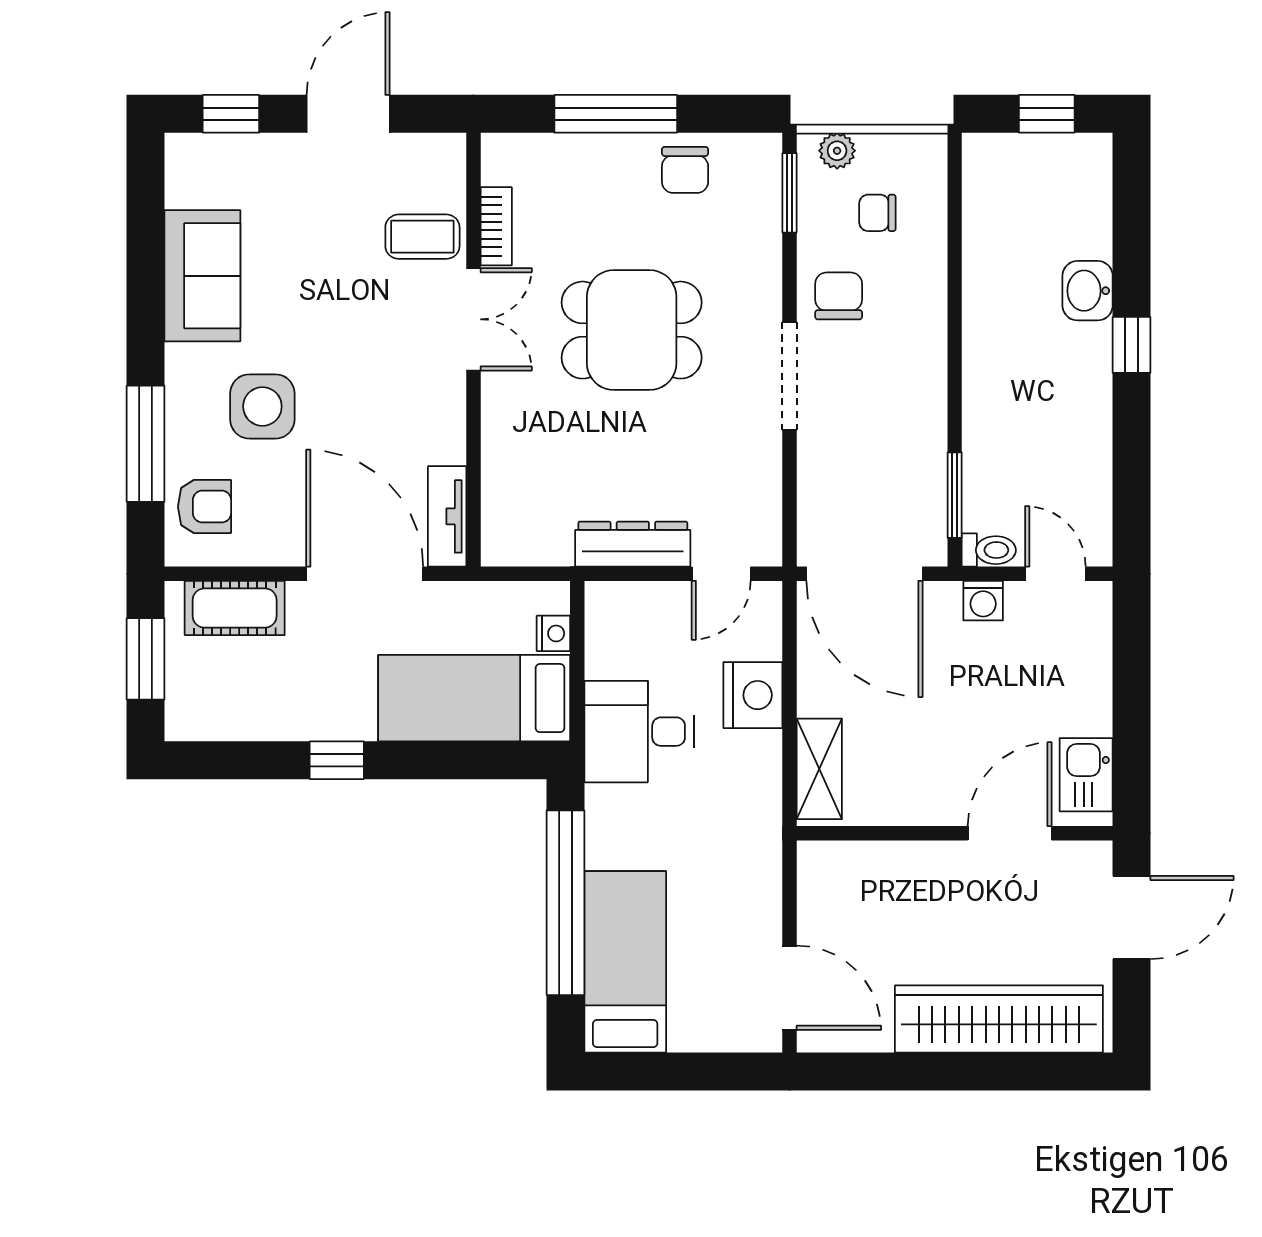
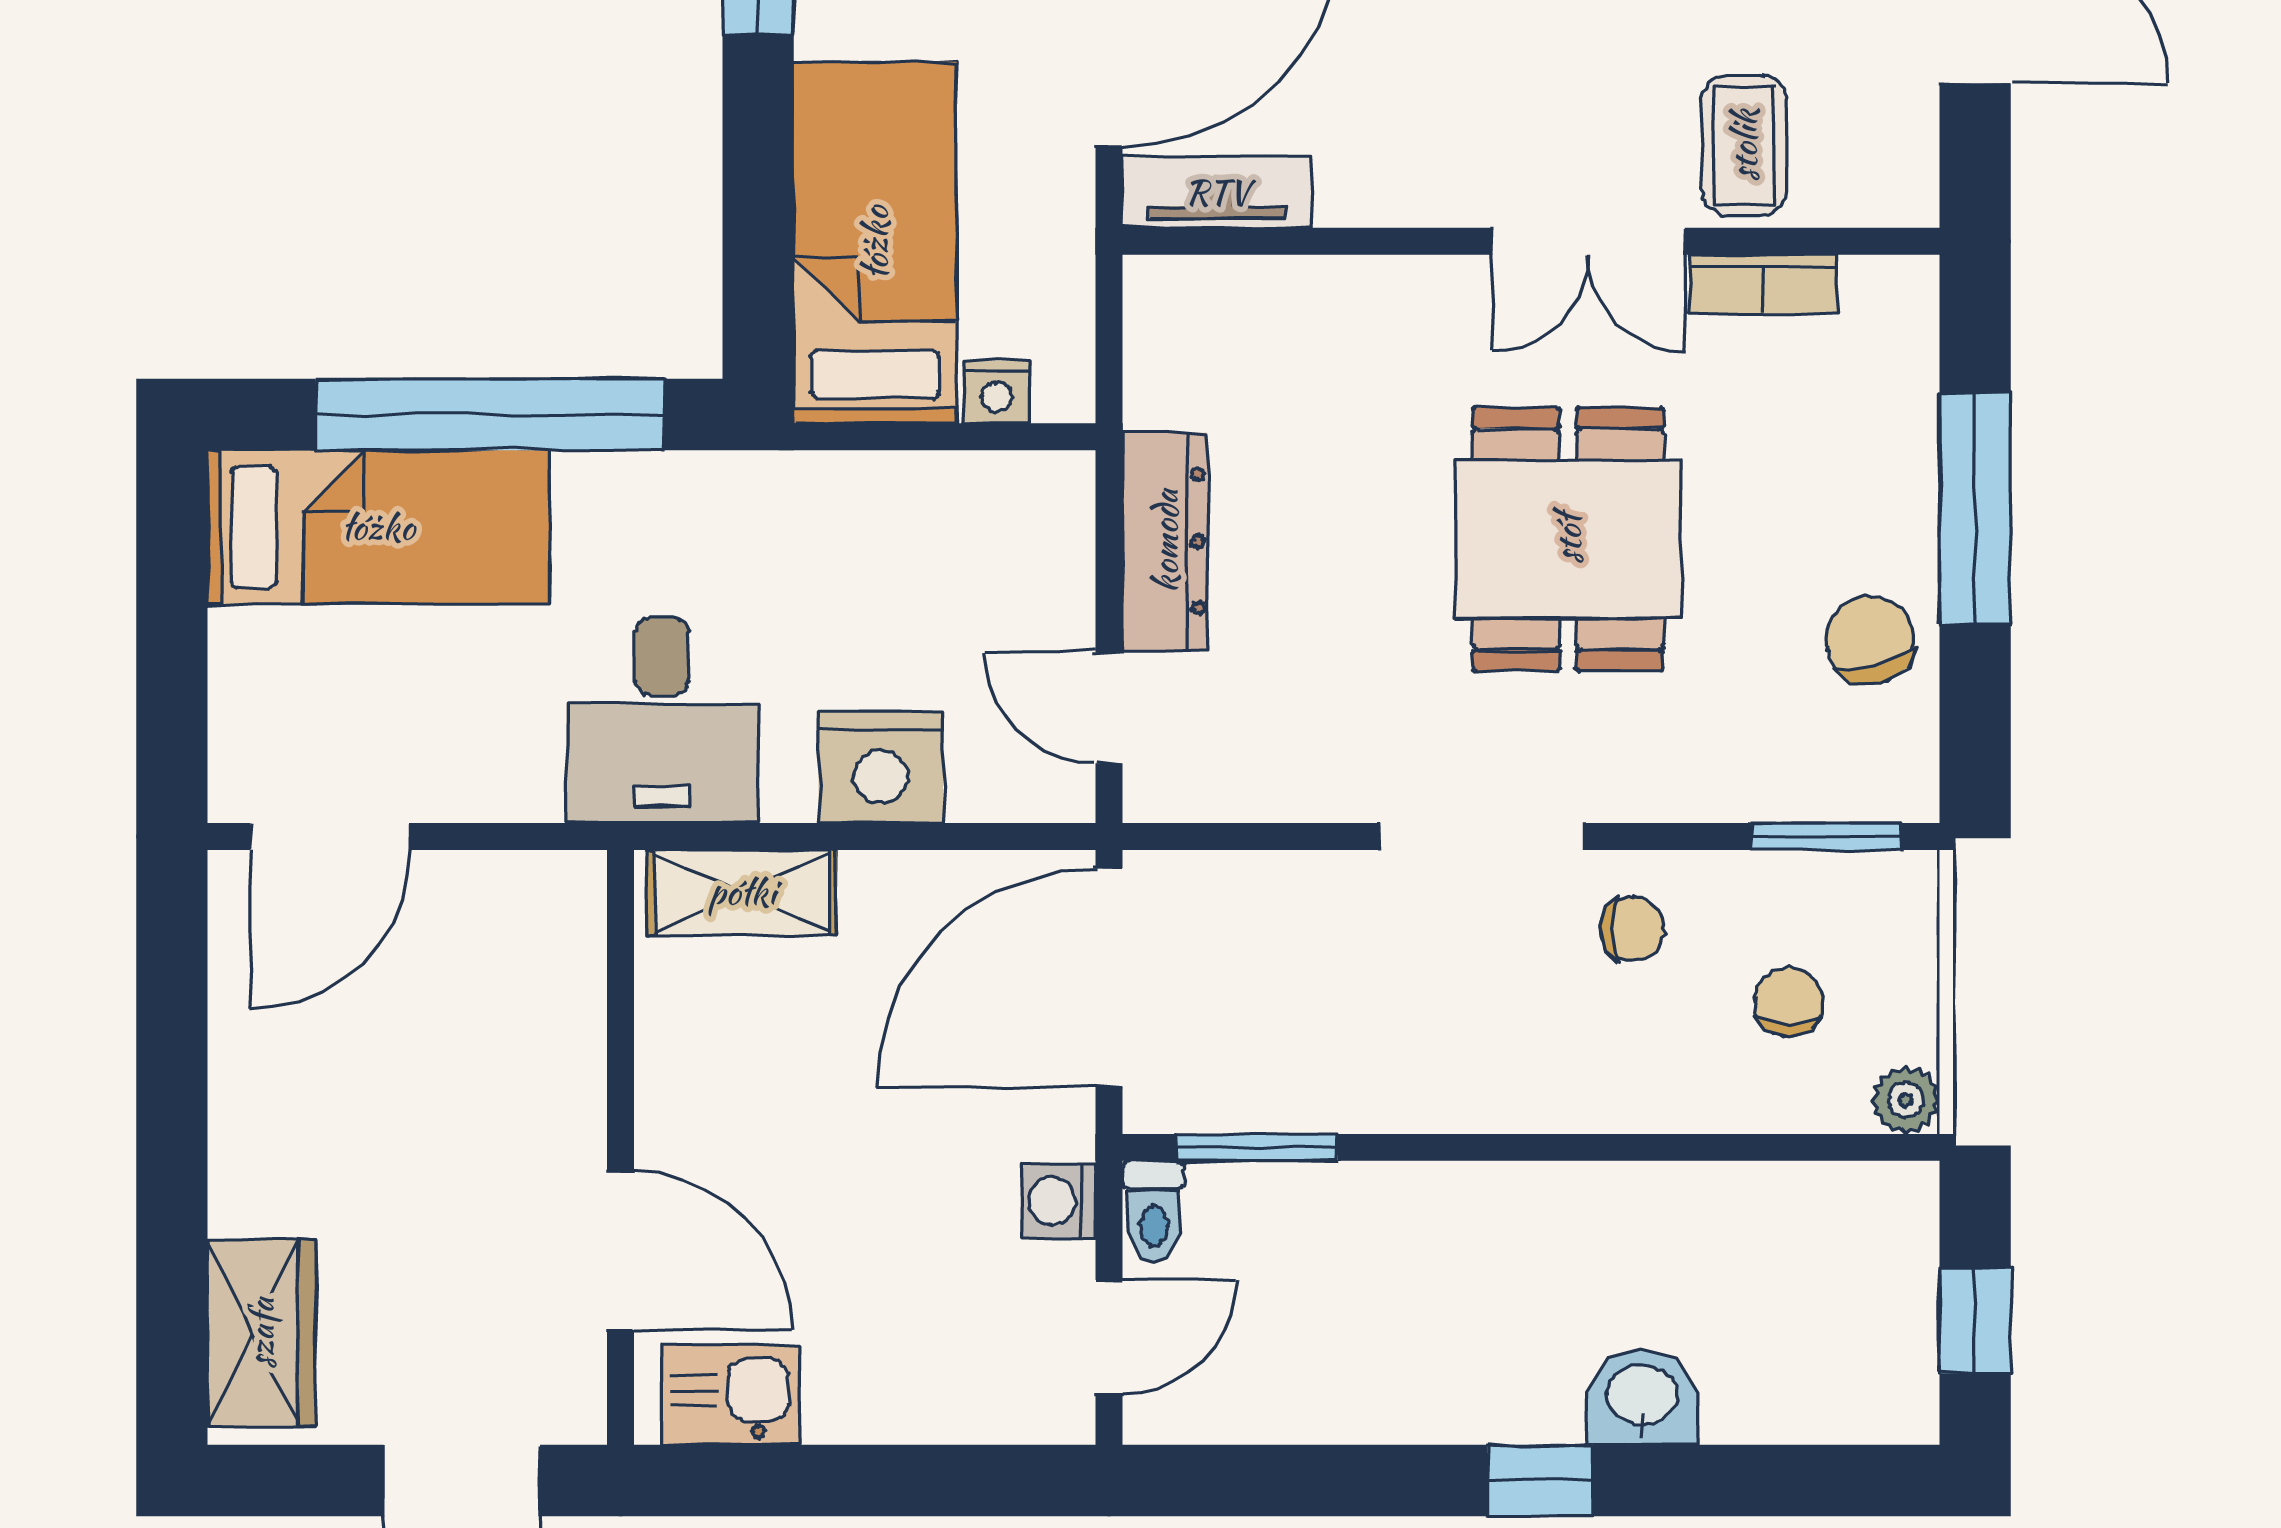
plant: (837, 151) -> (1906, 1100), moved
chair: (685, 170) -> (1870, 640), turned 75
chair: (839, 296) -> (1632, 929), width x0.73, depth x0.73
desk: (639, 732) -> (662, 720), moved, turned 180
wardrobe: (999, 1019) -> (261, 1333), width x0.48, depth x0.85

